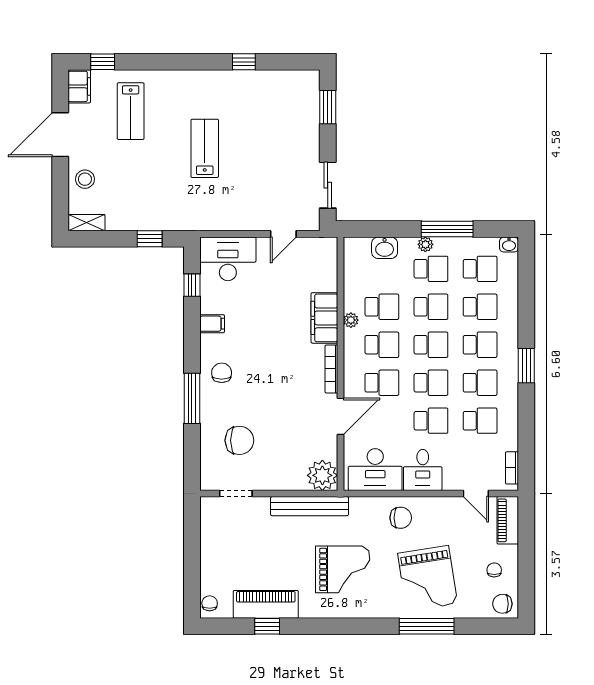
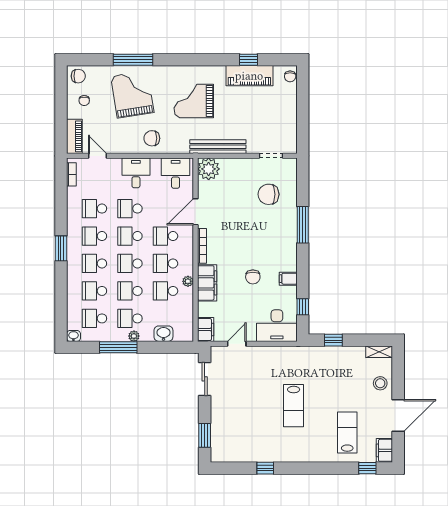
filing cabinet: (326, 254) -> (206, 329), added
chair: (222, 373) -> (253, 277), moved
desk: (375, 470) -> (176, 173), width x0.73

